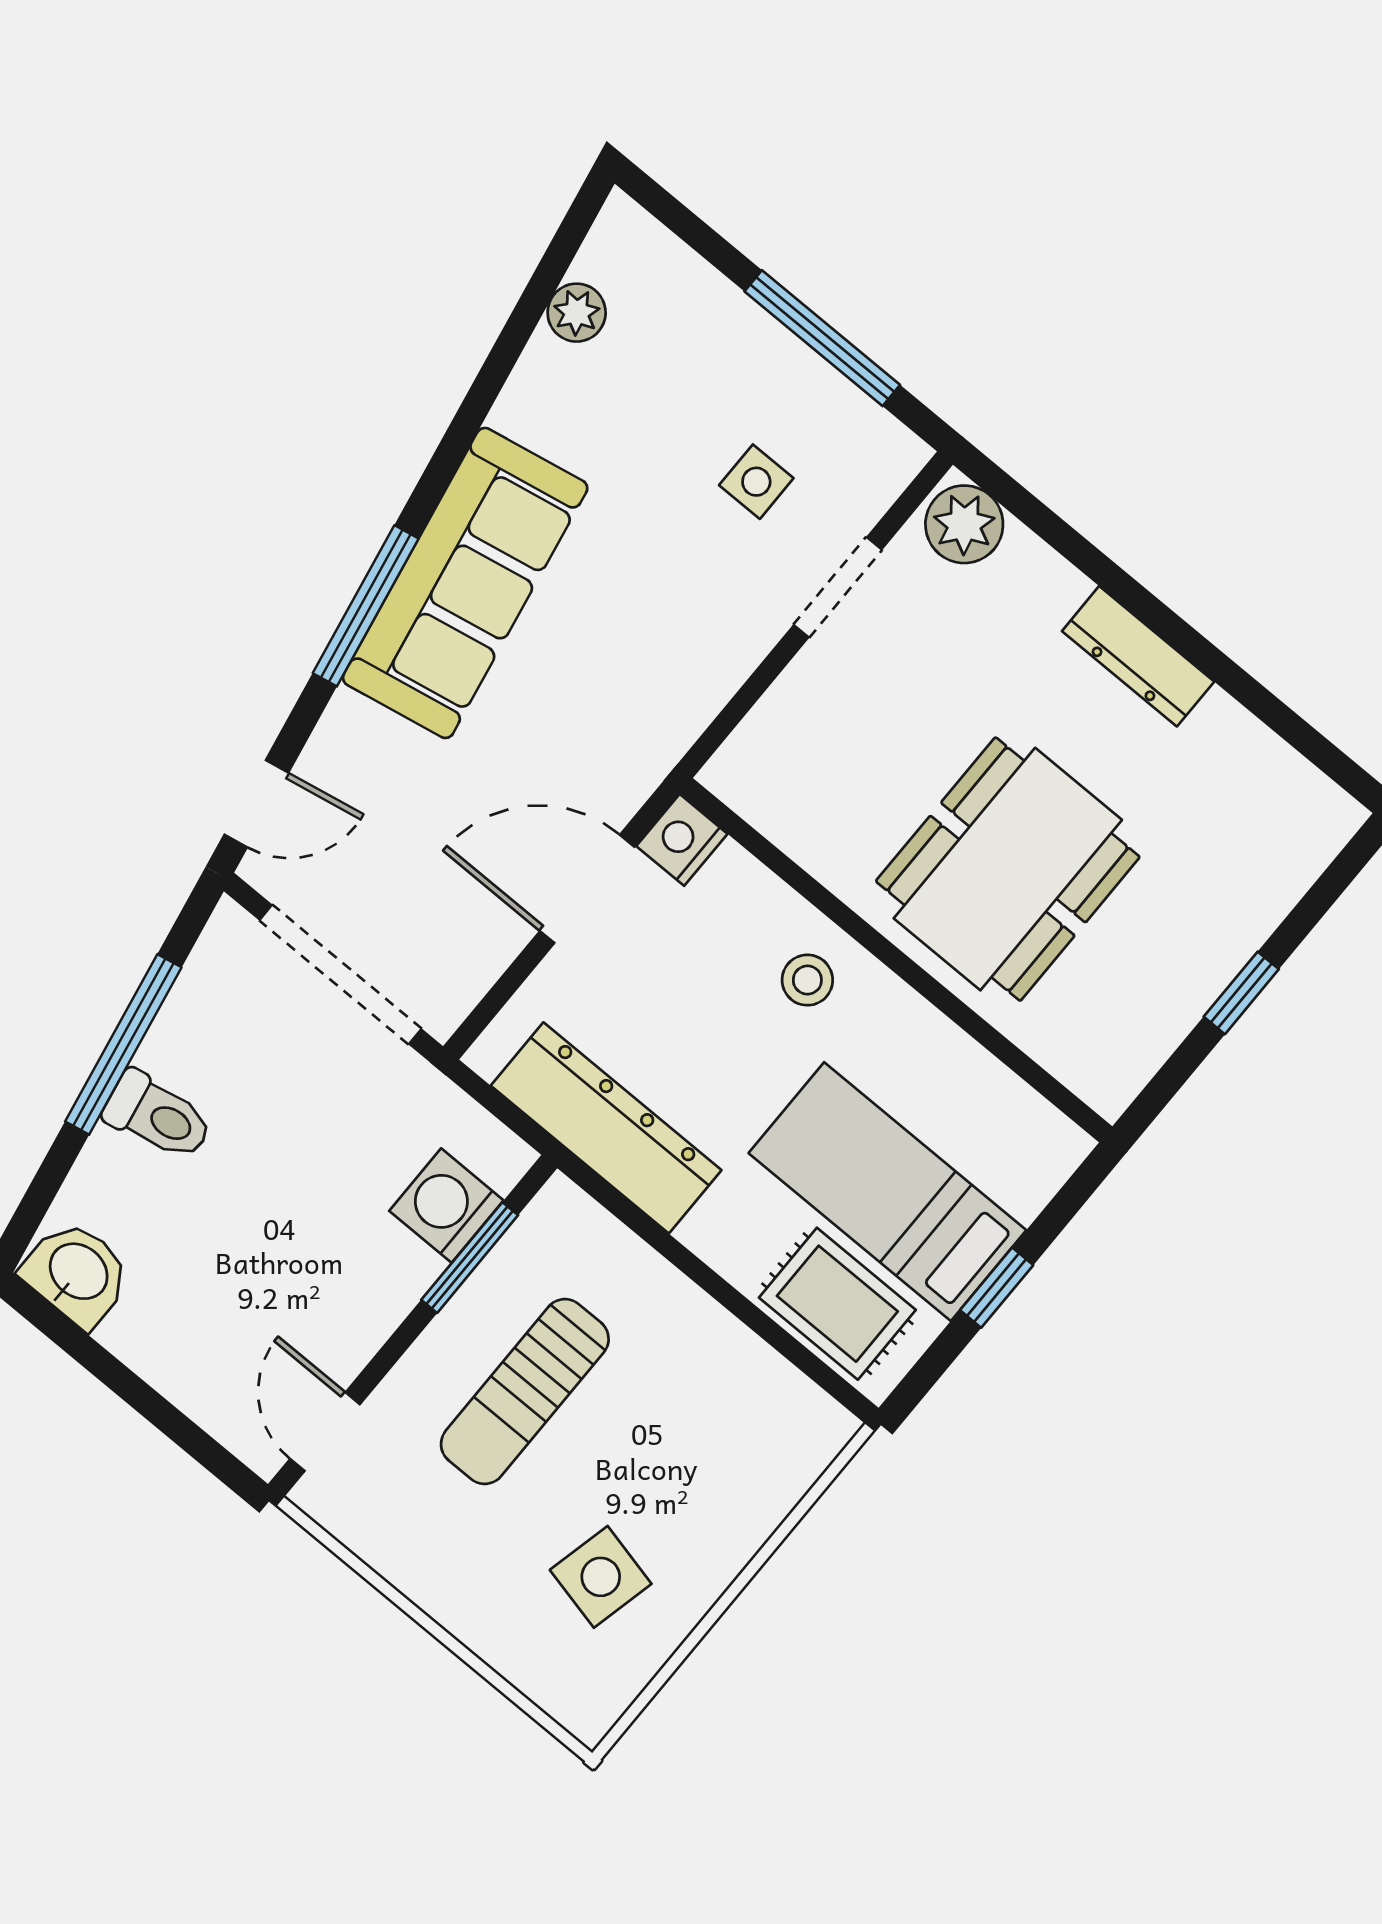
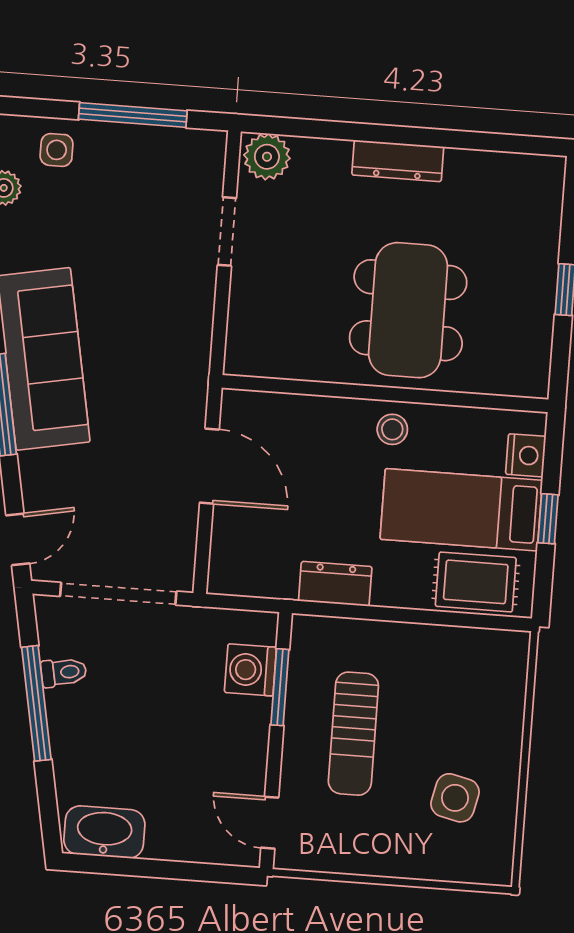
side table: (756, 482) -> (57, 150), moved
nightstand: (682, 840) -> (526, 455), moved, turned 180
door: (587, 889) -> (209, 466), swing flipped
stool: (807, 980) -> (392, 429), moved
toilet: (158, 1116) -> (64, 672), moved, width x0.73, depth x0.72
dresser: (606, 1128) -> (335, 584), width x0.51, depth x0.80
washbasin: (77, 1273) -> (104, 832), width x1.38

